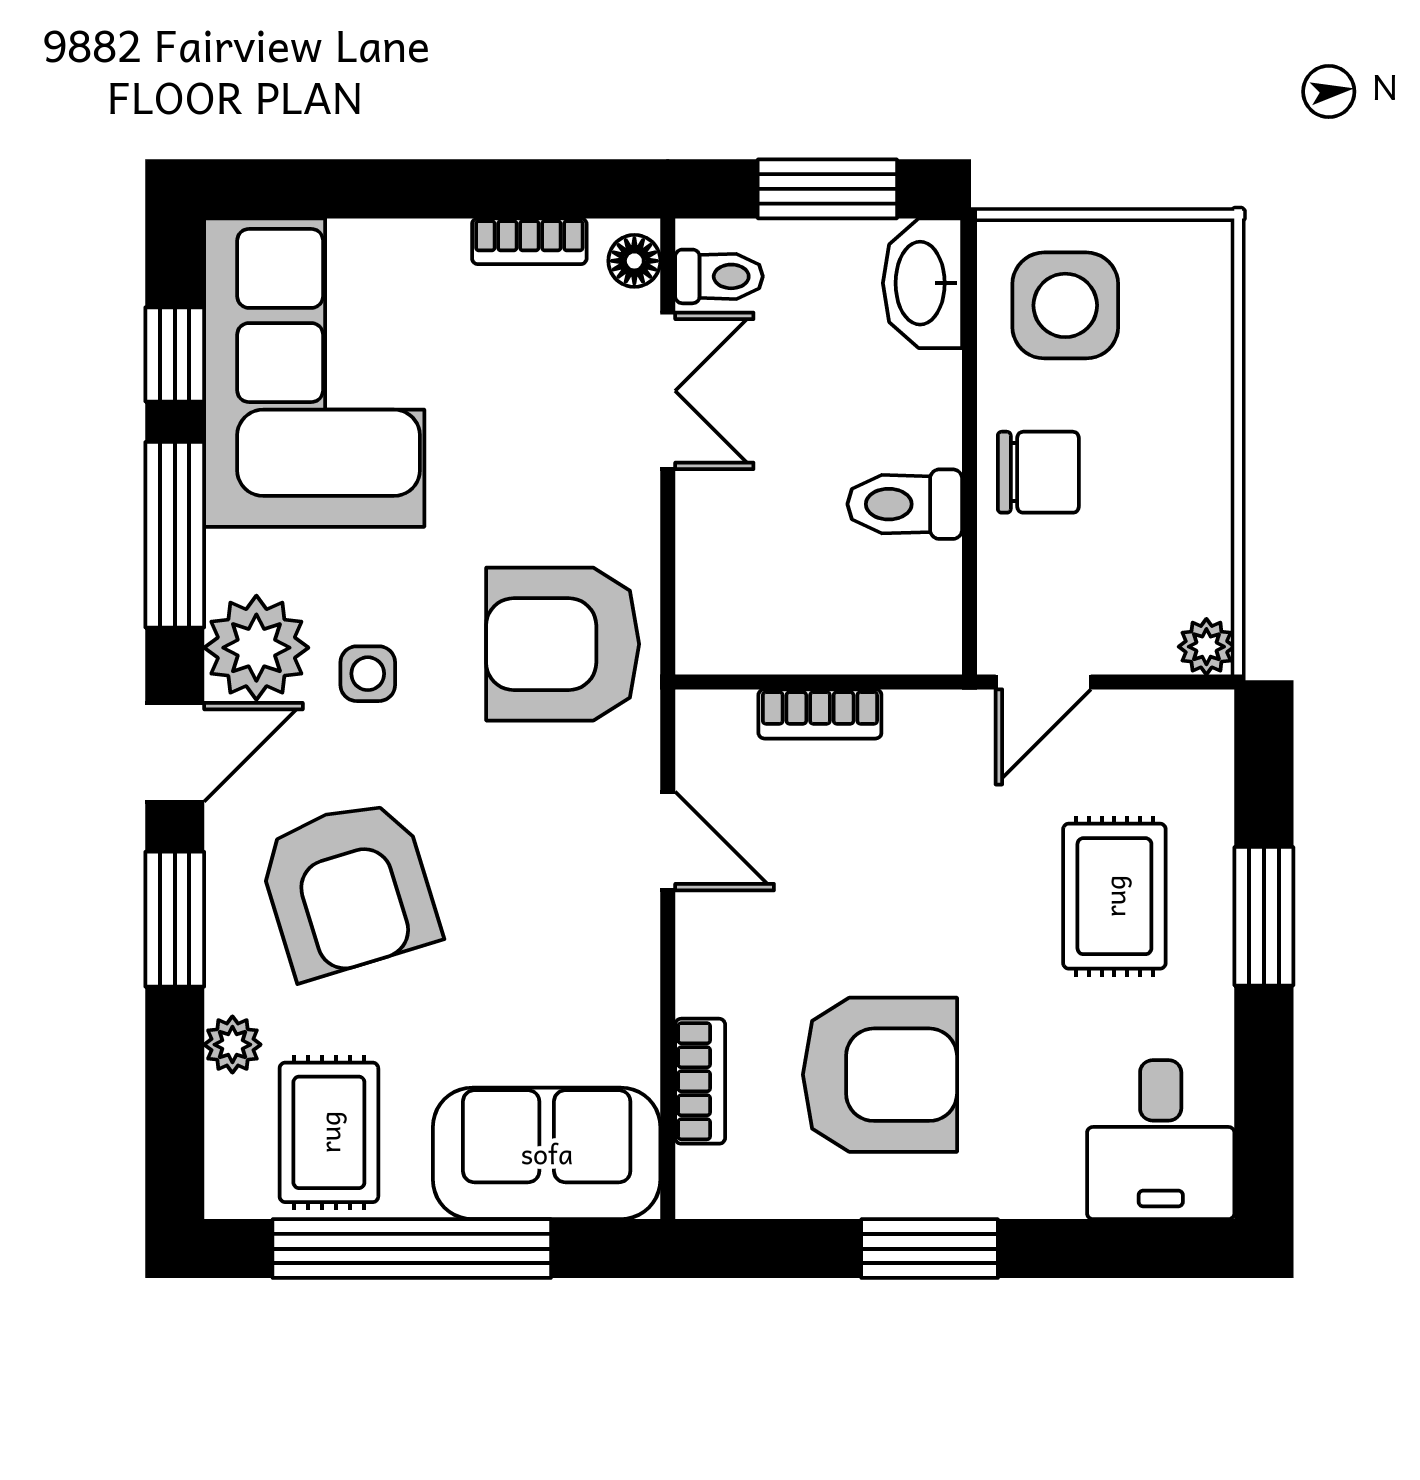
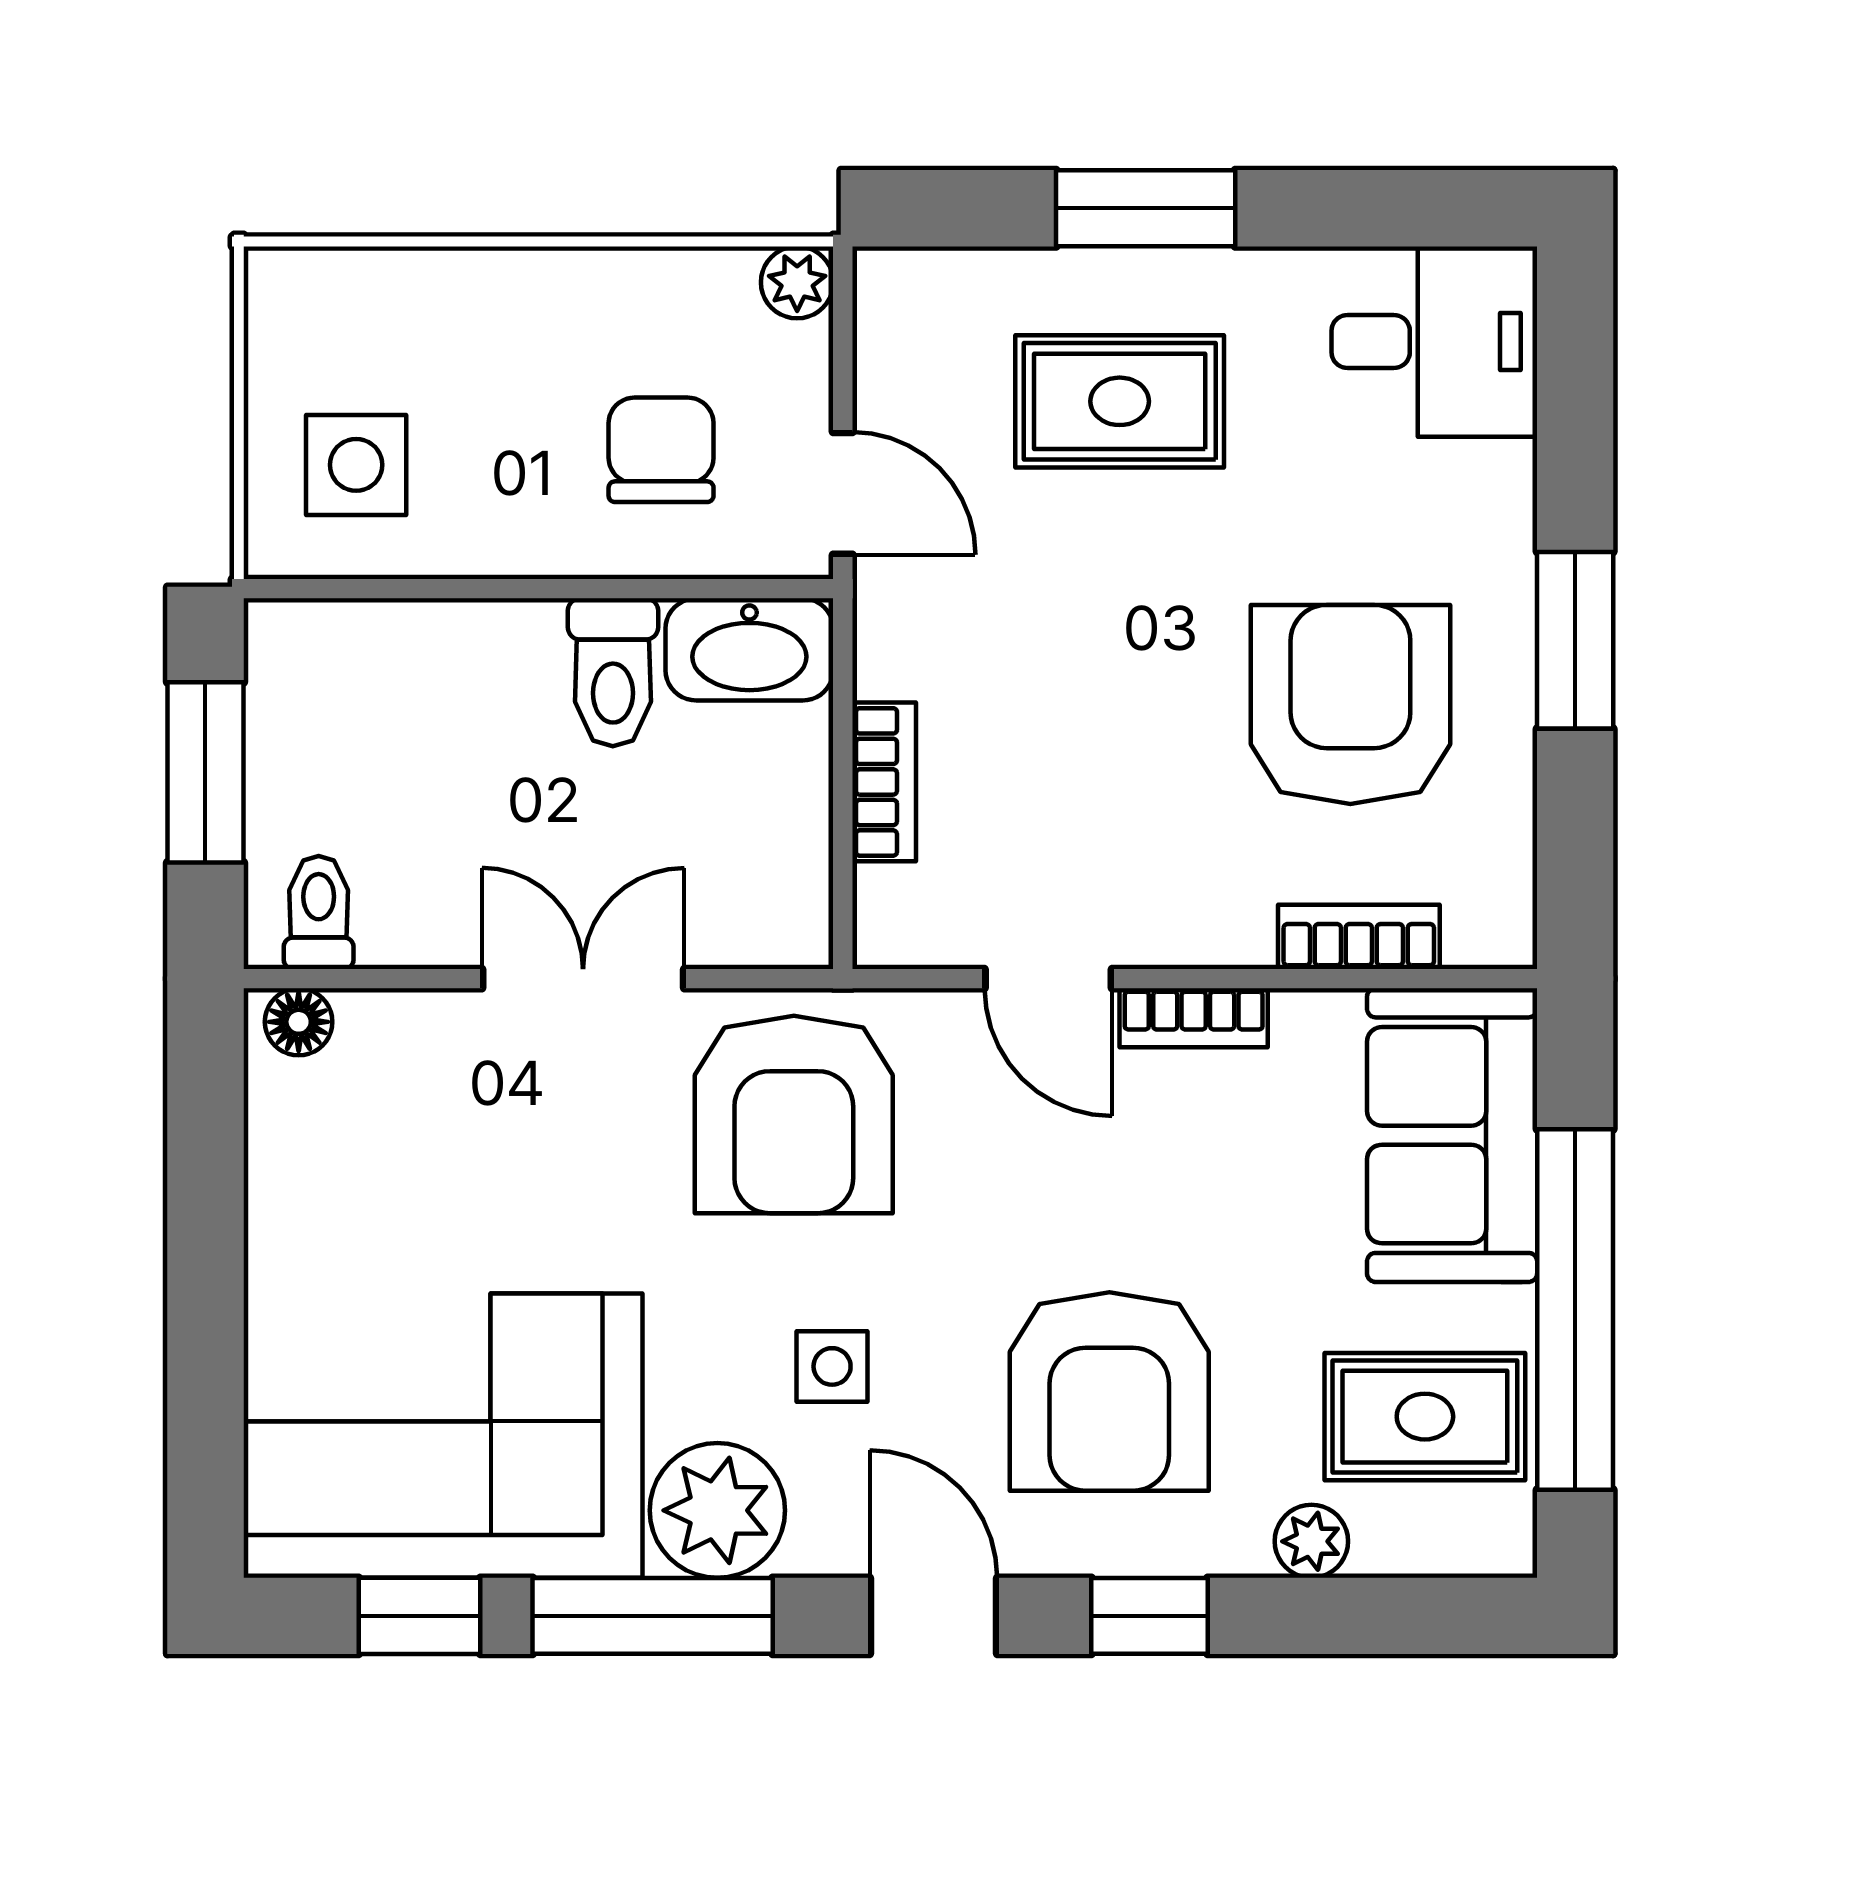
bookcase: (529, 241) -> (1194, 1018), moved, turned 90
washbasin: (922, 283) -> (749, 649), moved
side table: (1065, 305) -> (356, 465), width x0.73, depth x0.73
double door: (668, 391) -> (583, 979), moved
chair: (1038, 472) -> (661, 450), moved
plant: (256, 648) -> (717, 1510), moved
door: (668, 841) -> (1048, 979), swing flipped
armchair: (348, 888) -> (1109, 1391), turned 107
window: (175, 919) -> (1149, 1616), width x0.67

